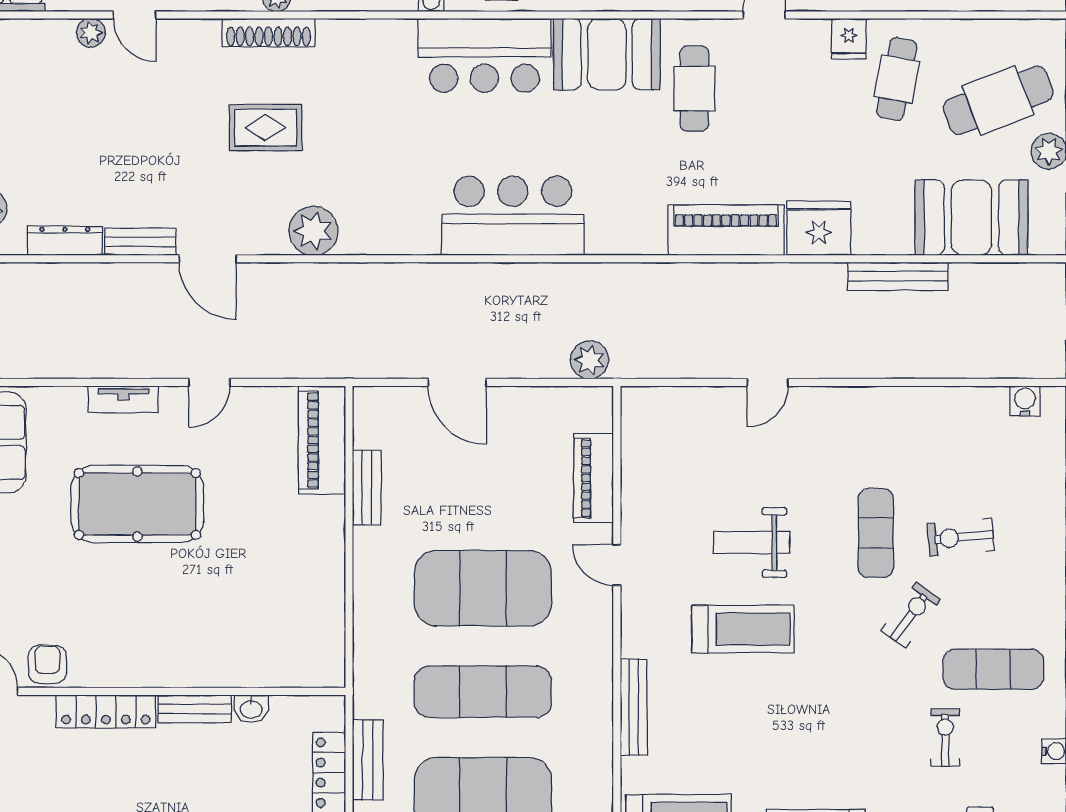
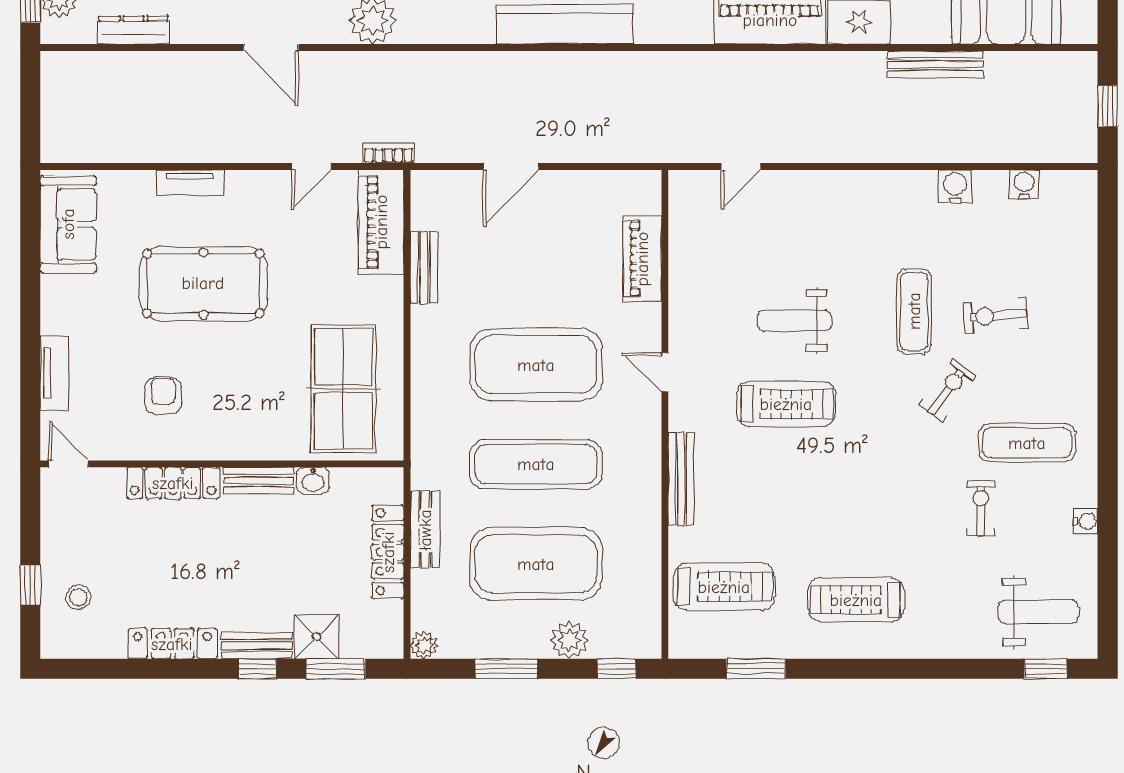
bench: (141, 242) -> (206, 31), removed
plant: (590, 360) -> (639, 145), removed
bookcase: (330, 368) -> (389, 153), added
door: (209, 382) -> (312, 166), moved
door: (457, 382) -> (511, 166), hinge flipped
door: (768, 382) -> (741, 166), moved
water cooler: (1025, 401) -> (1024, 184), moved
water cooler: (919, 403) -> (955, 186), added
door: (617, 565) -> (665, 372), moved
table tennis table: (283, 613) -> (343, 389), added
armchair: (47, 664) -> (163, 396), moved

